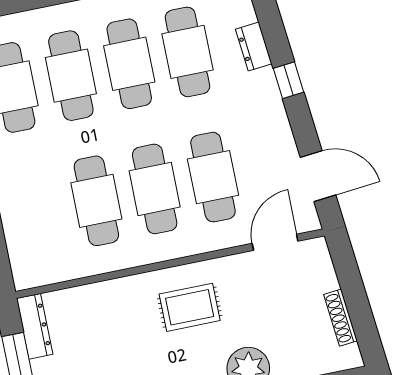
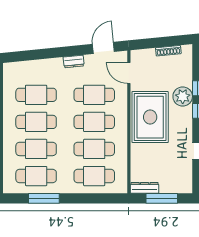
dresser: (254, 47) -> (74, 62), moved
window: (288, 80) -> (58, 52), removed
cafe table: (38, 213) -> (94, 176), added
rug: (190, 307) -> (150, 117), width x1.86, depth x2.06

